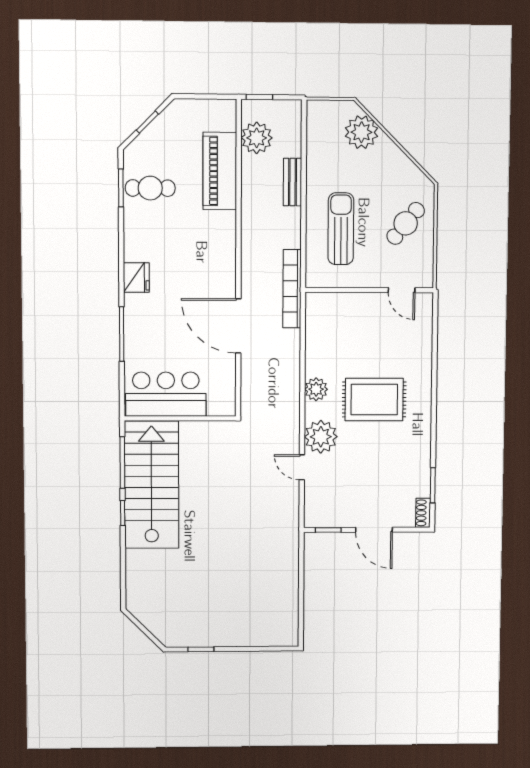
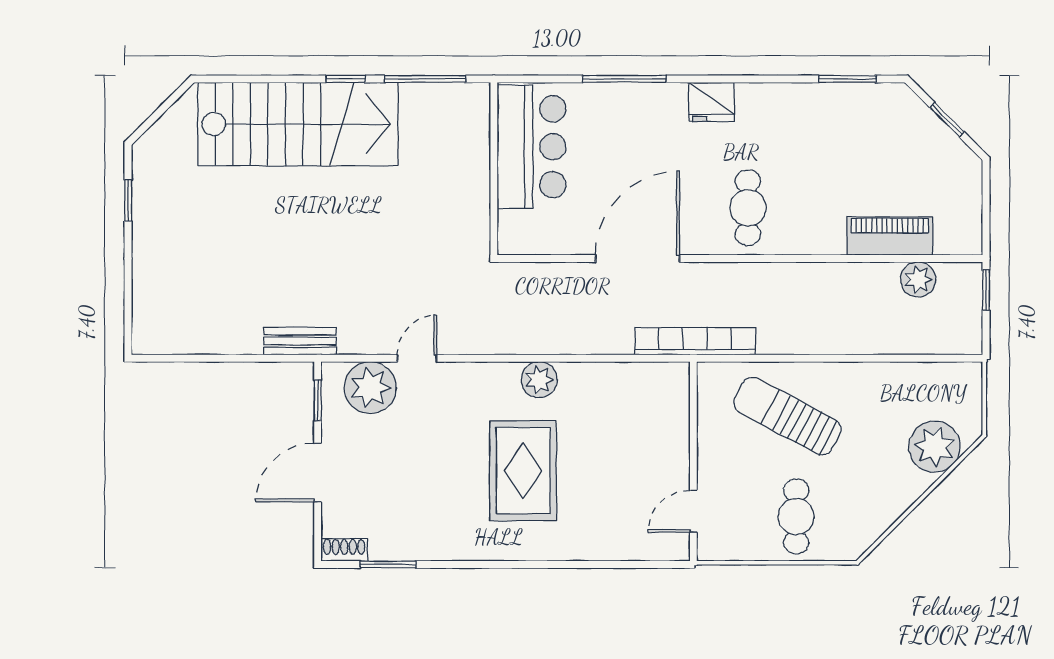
plant: (257, 138) -> (918, 280), width x0.73, depth x0.73
piano: (220, 171) -> (890, 236), width x0.73, depth x0.75
bench: (292, 182) -> (300, 341), moved
cafe table: (150, 188) -> (748, 208), moved
cafe table: (406, 223) -> (796, 516), turned 51
sun lounger: (341, 229) -> (787, 416), turned -152
plant: (321, 437) -> (370, 388), moved
stairs: (152, 485) -> (298, 124), moved

